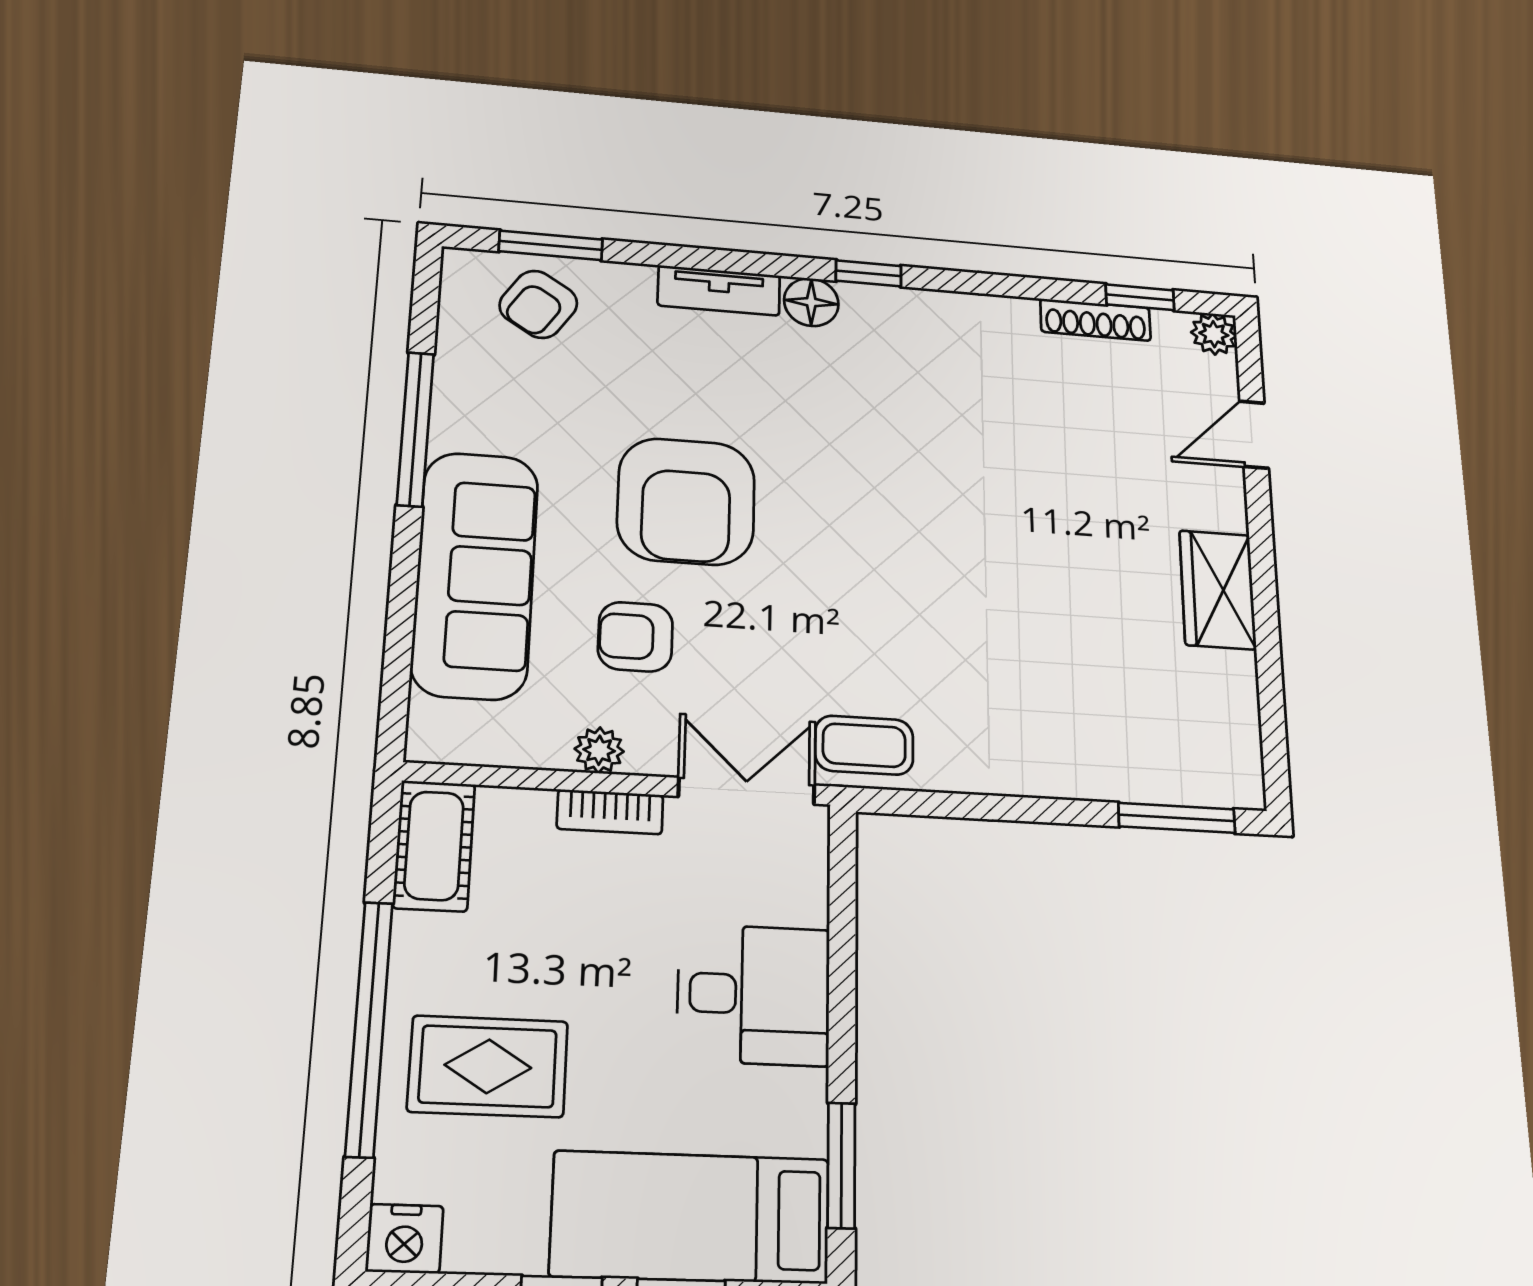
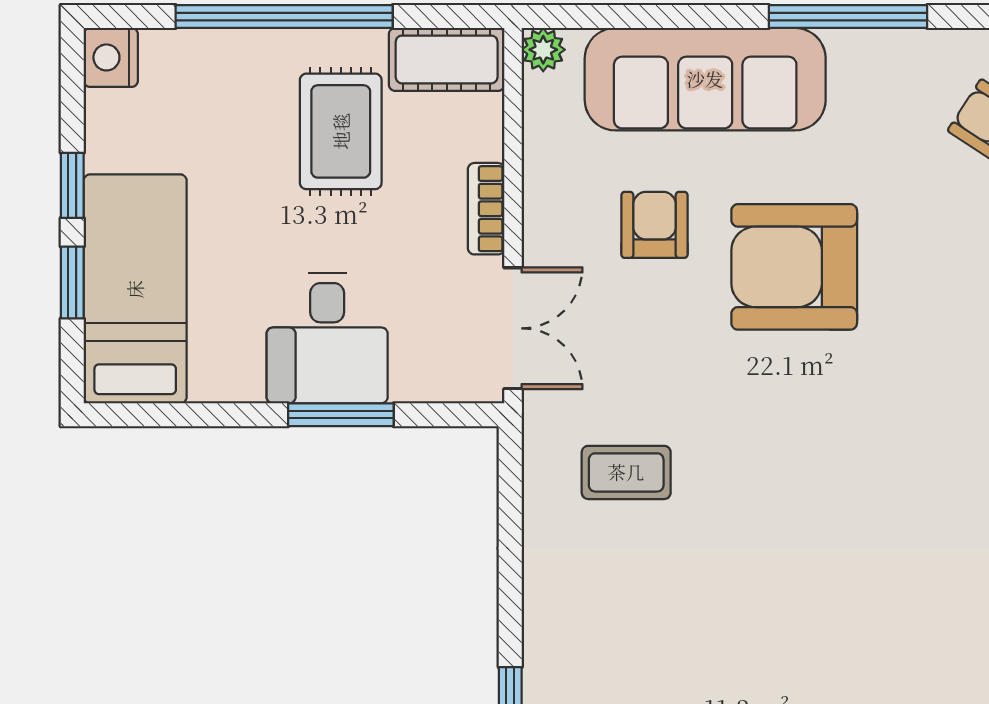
coffee table: (864, 745) -> (626, 472), moved, turned 90
plant: (599, 750) -> (543, 50), moved
rug: (488, 1066) -> (341, 131), moved
window: (841, 1165) -> (341, 415), moved

